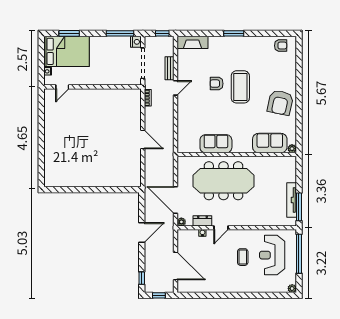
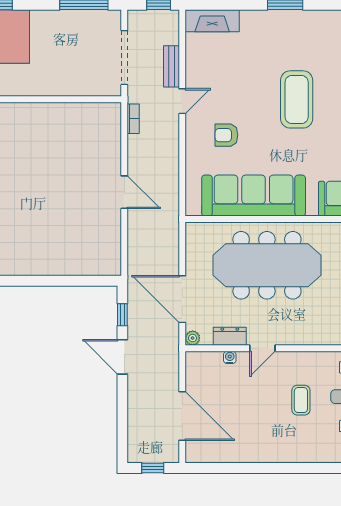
nightstand: (136, 42) -> (112, 20), removed
armchair: (217, 84) -> (226, 135), moved
sofa: (216, 144) -> (254, 196), width x1.85, depth x1.27
door: (142, 233) -> (122, 357), swing flipped
window: (142, 278) -> (122, 315), moved

